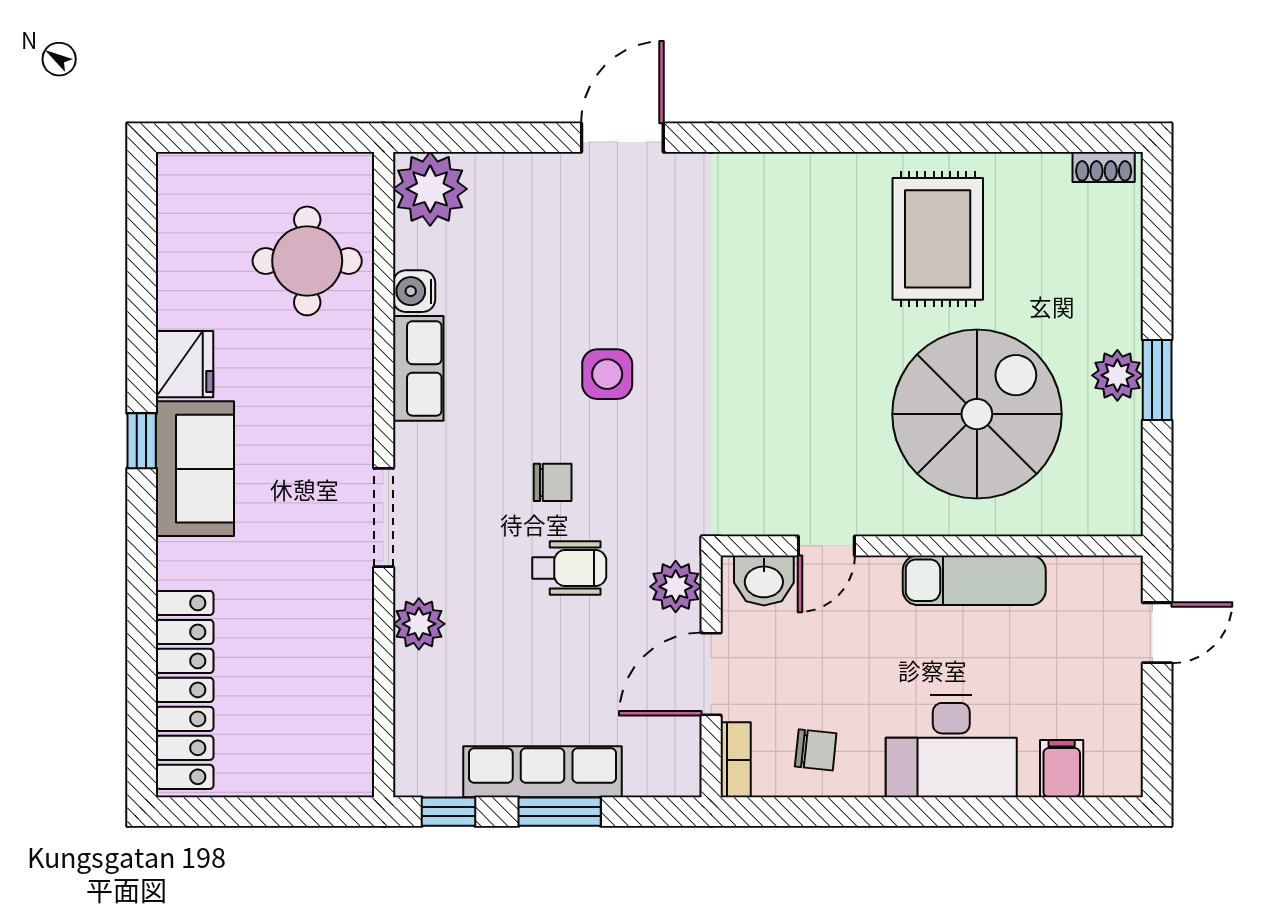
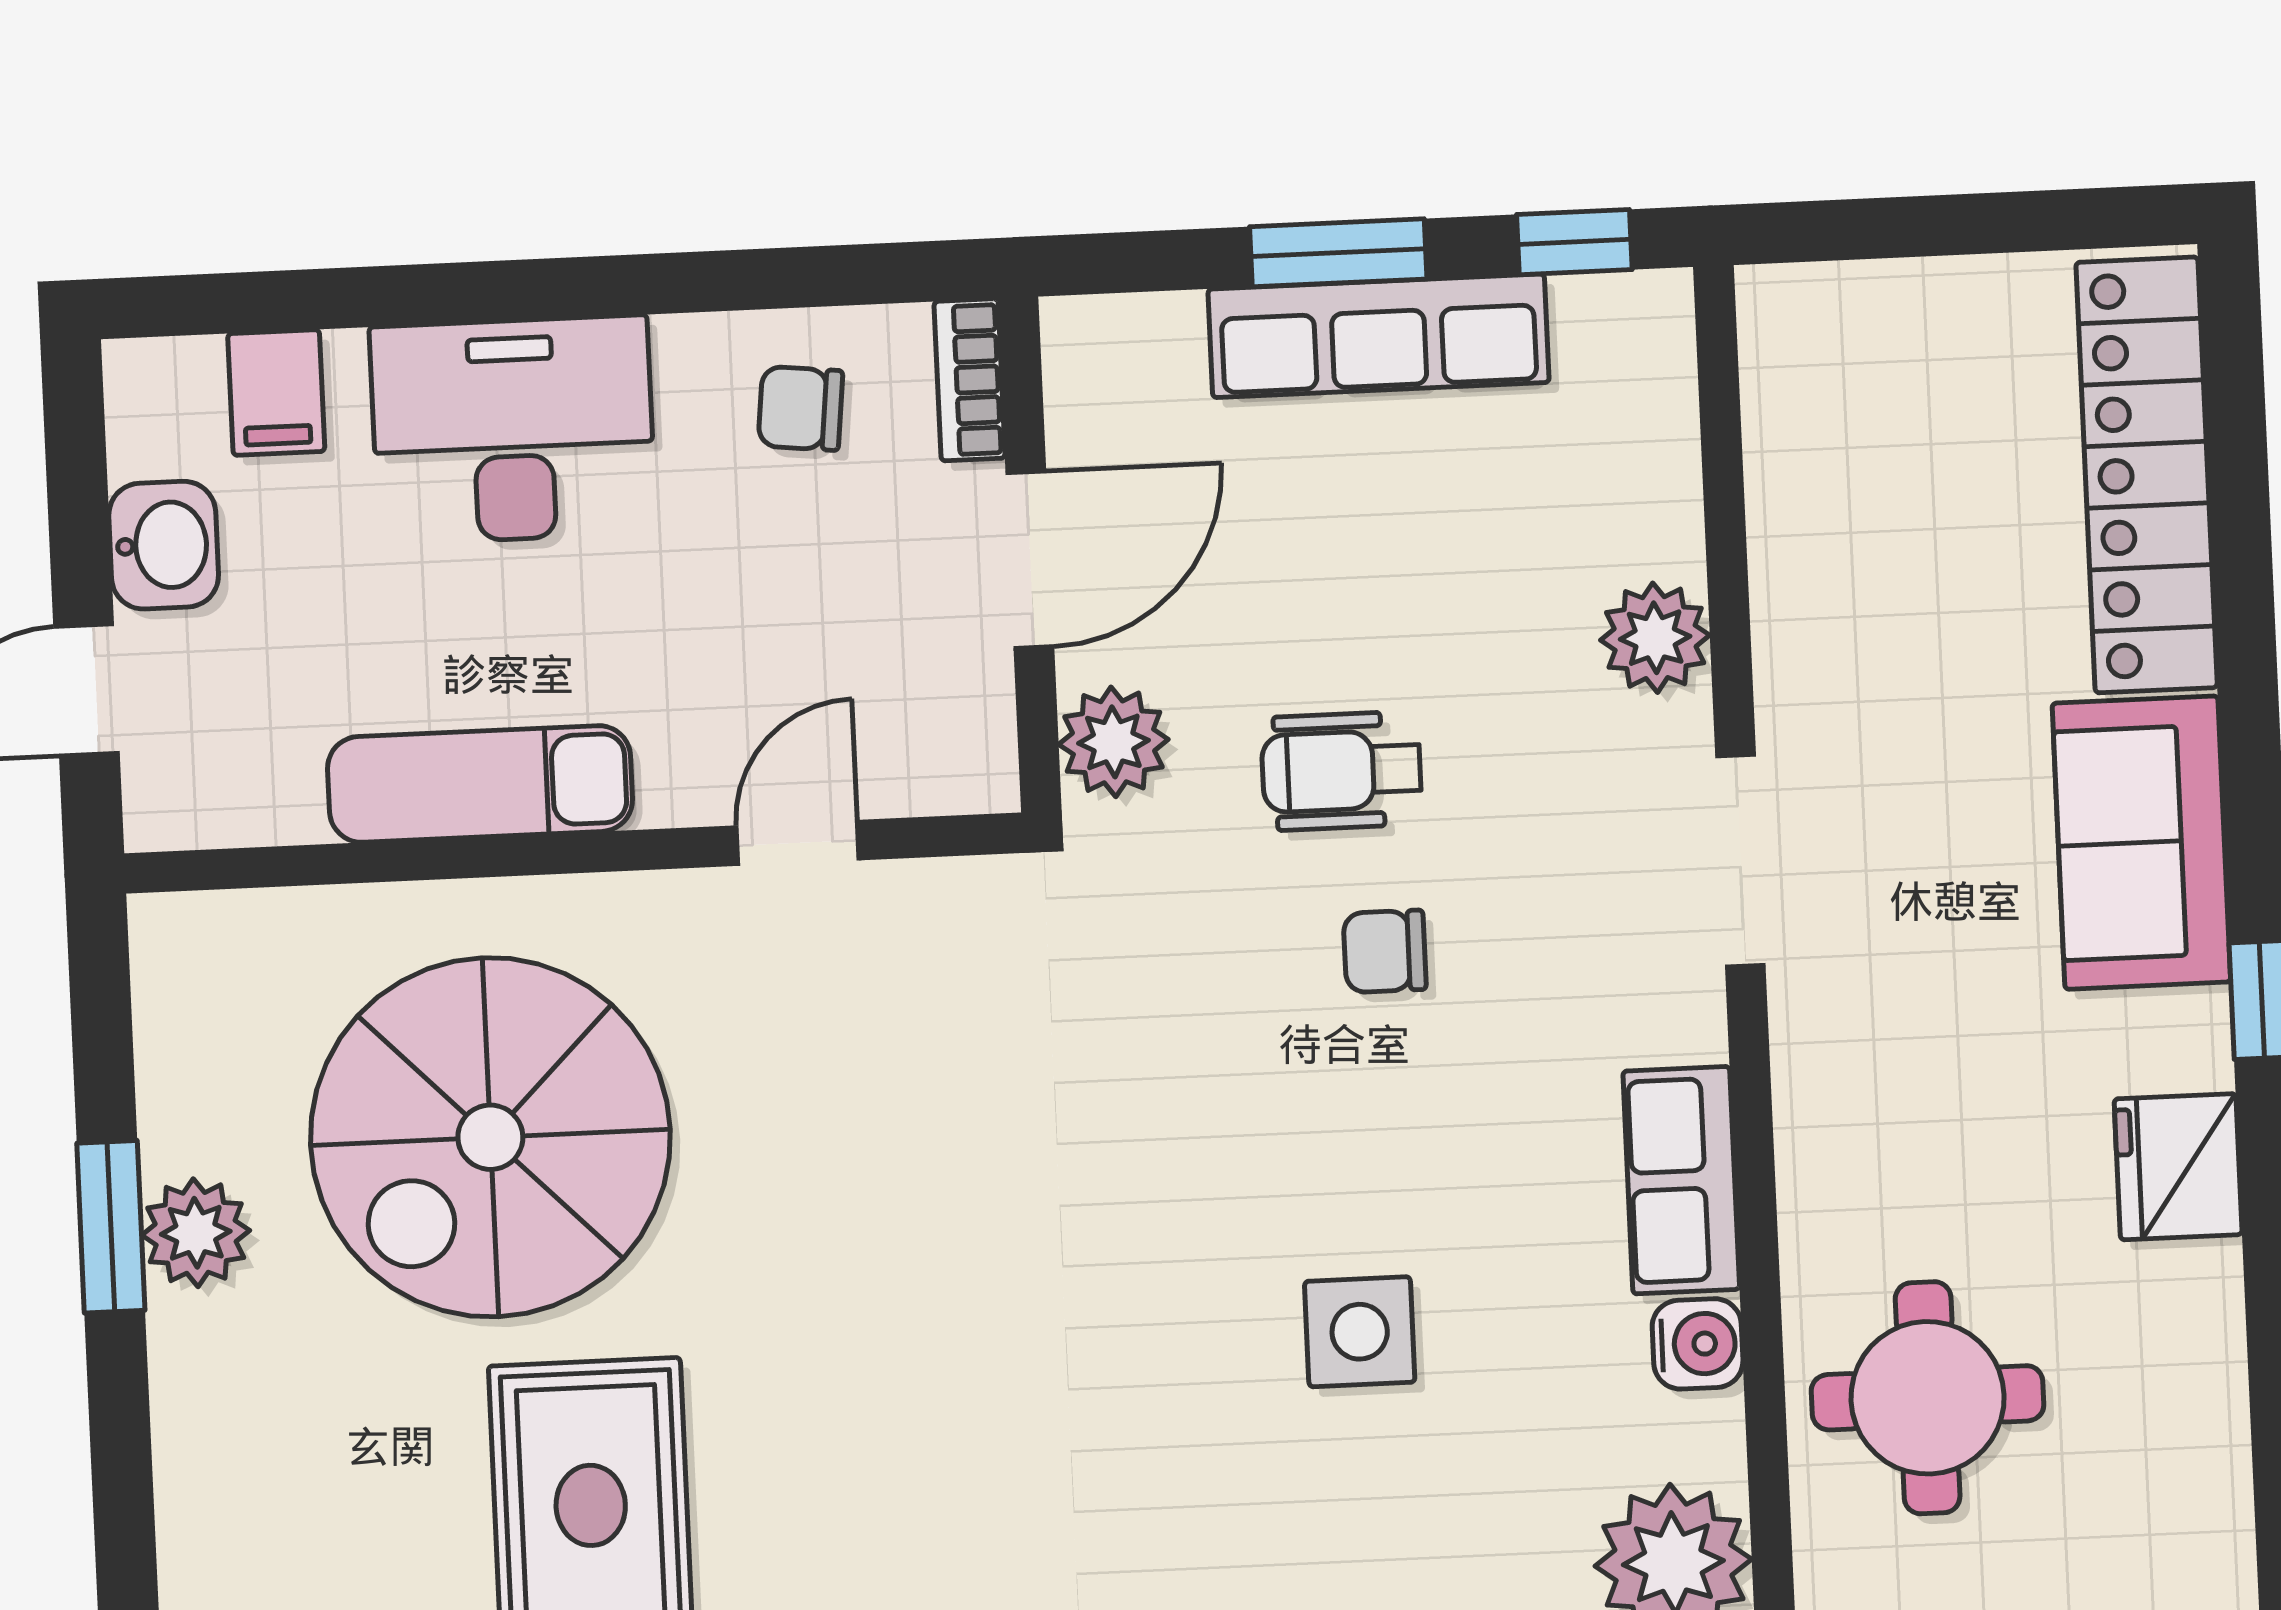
side table: (607, 374) -> (1360, 1332), moved
sofa: (195, 469) -> (2141, 843), moved
washbasin: (764, 580) -> (164, 545), moved, turned 90

